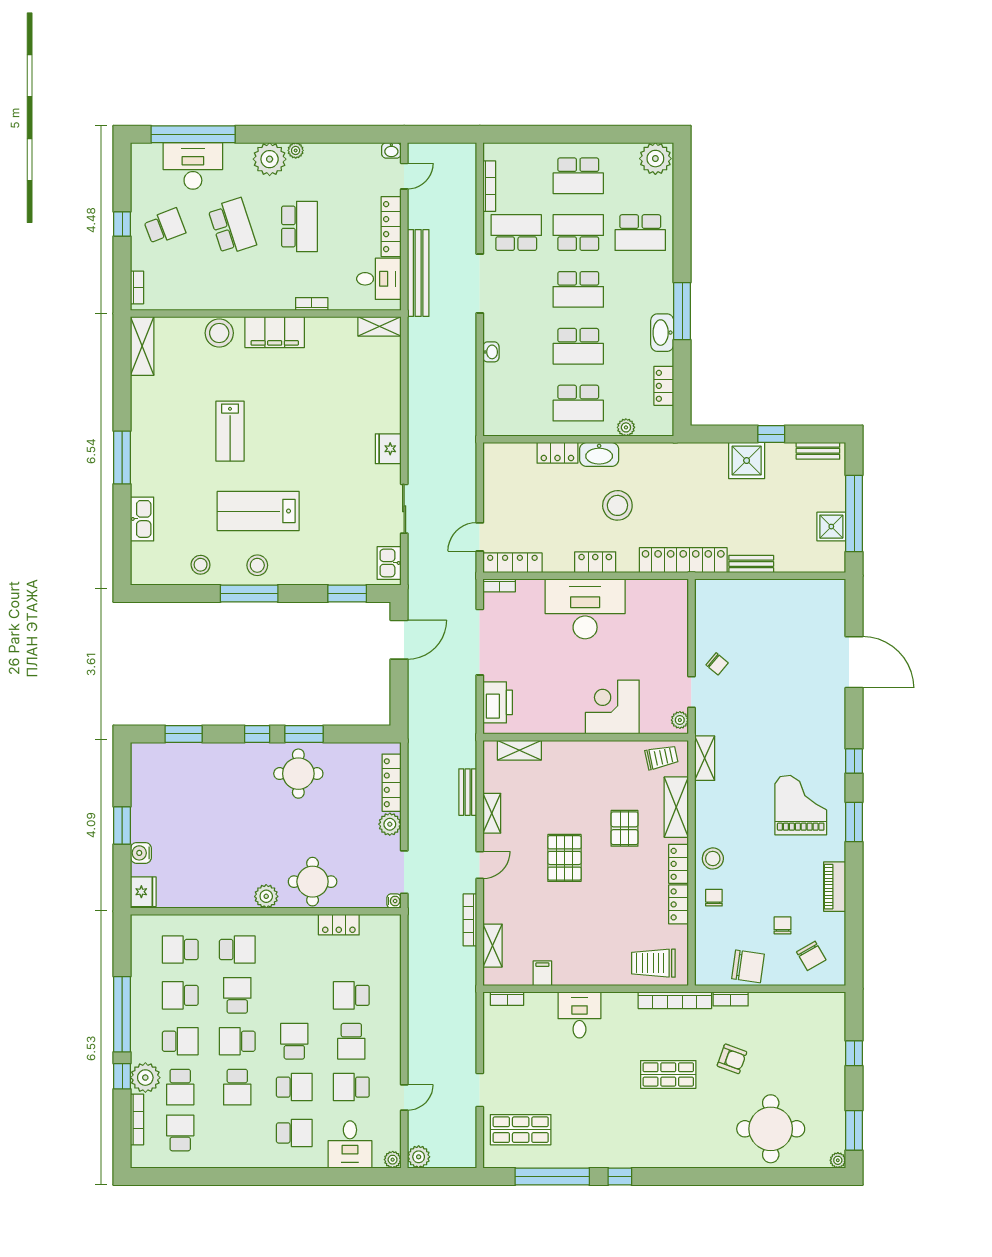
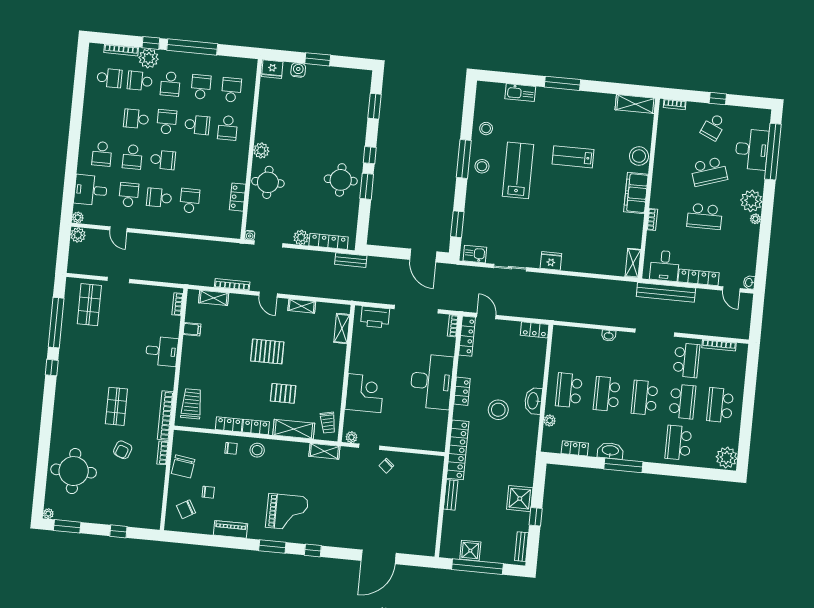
school desk: (165, 226) -> (713, 127), turned 45
locker: (557, 453) -> (535, 330), moved, turned -90
bench: (468, 792) -> (351, 260), moved

